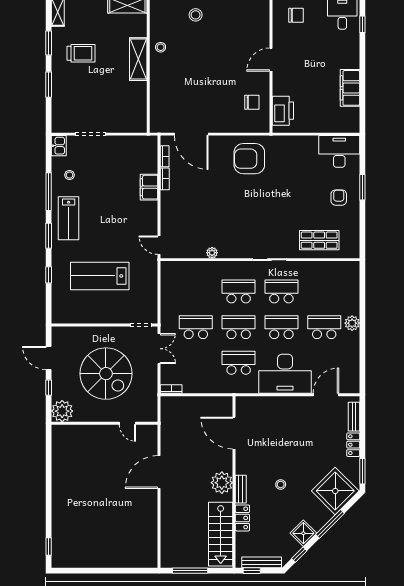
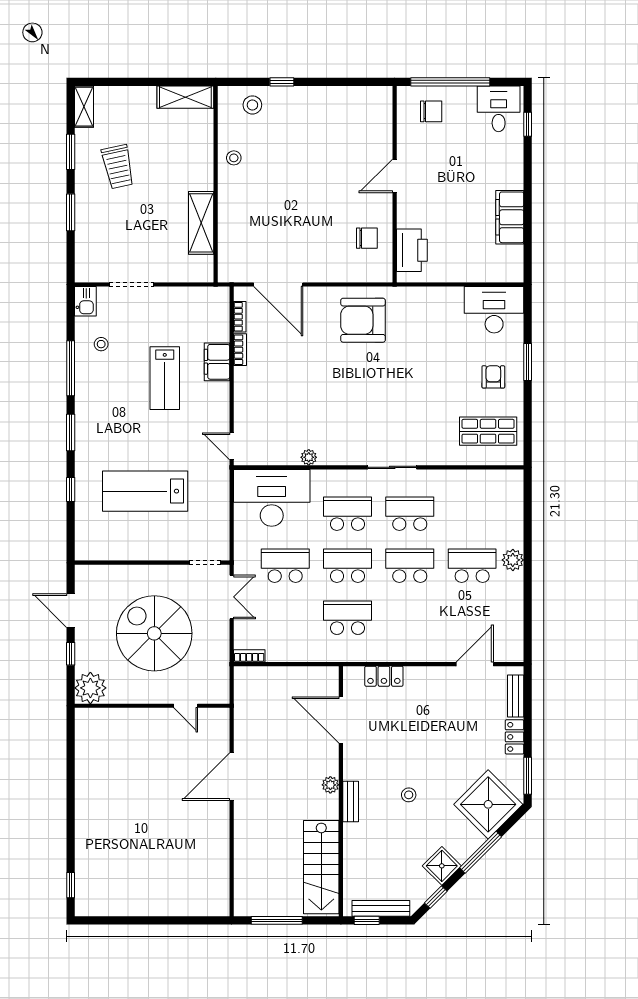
stool: (196, 15) -> (252, 105), moved
trolley: (81, 53) -> (118, 167), turned 78
shelving: (138, 59) -> (201, 223), moved
lab bench: (69, 218) -> (165, 378), moved
shop shelf: (319, 240) -> (488, 431), moved
spiral stairs: (106, 374) -> (154, 633), turned 180
desk: (285, 374) -> (272, 498), moved, turned 180
plant: (222, 483) -> (330, 785), width x0.53, depth x0.53
locker: (242, 518) -> (384, 676), moved, turned 90

